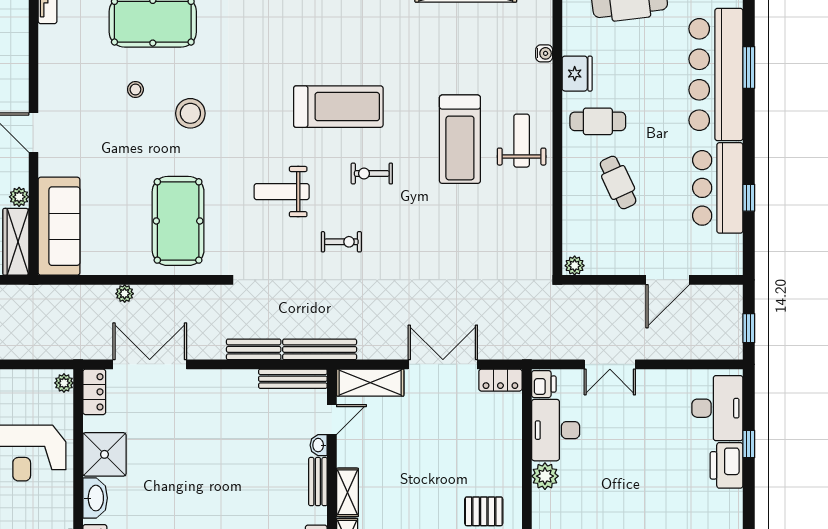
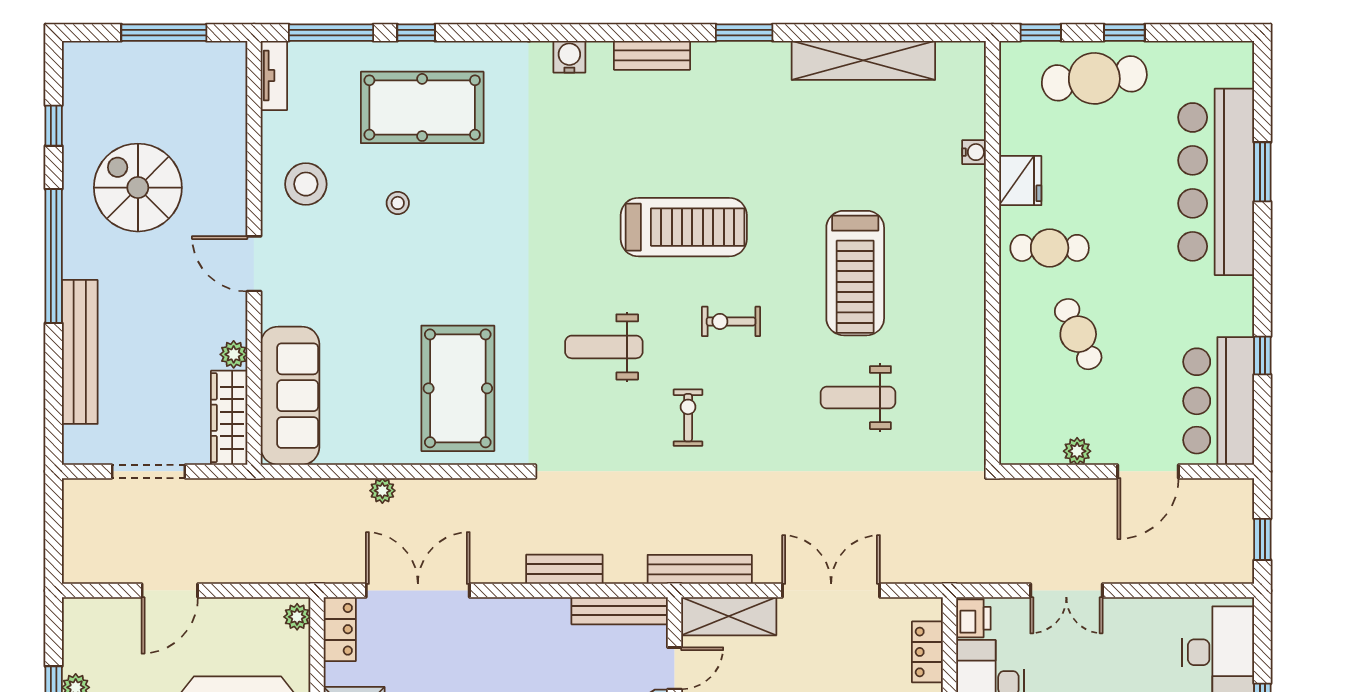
stool: (190, 113) -> (306, 184), moved
weight bench: (522, 141) -> (858, 398), moved, turned -90
bar counter: (718, 188) -> (1219, 401), moved
exercise bike: (341, 242) -> (688, 418), turned -90
plant: (575, 266) -> (1077, 451), moved
bench: (320, 349) -> (700, 569), moved
locker: (500, 380) -> (927, 652), moved, turned 90

